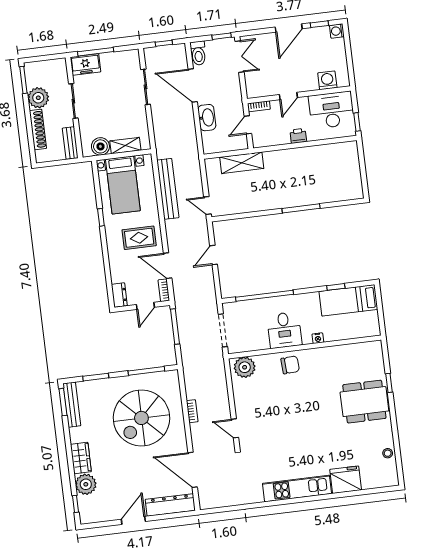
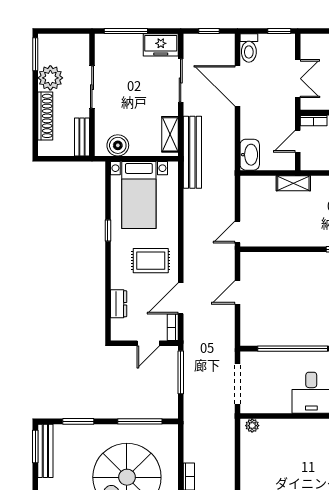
double door: (239, 57) -> (298, 79), moved
freezer: (85, 64) -> (161, 45), moved
washbasin: (207, 118) -> (250, 155), moved
shelving: (125, 146) -> (170, 134), moved, turned 90
shelving: (242, 163) -> (293, 183), width x0.67, depth x0.75
bench: (168, 189) -> (192, 152), moved
door: (207, 206) -> (237, 232), hinge flipped
door: (168, 266) -> (181, 298), hinge flipped
dresser: (119, 295) -> (119, 304), moved
chair: (290, 365) -> (313, 435), removed
plant: (245, 367) -> (252, 426), width x0.53, depth x0.53

